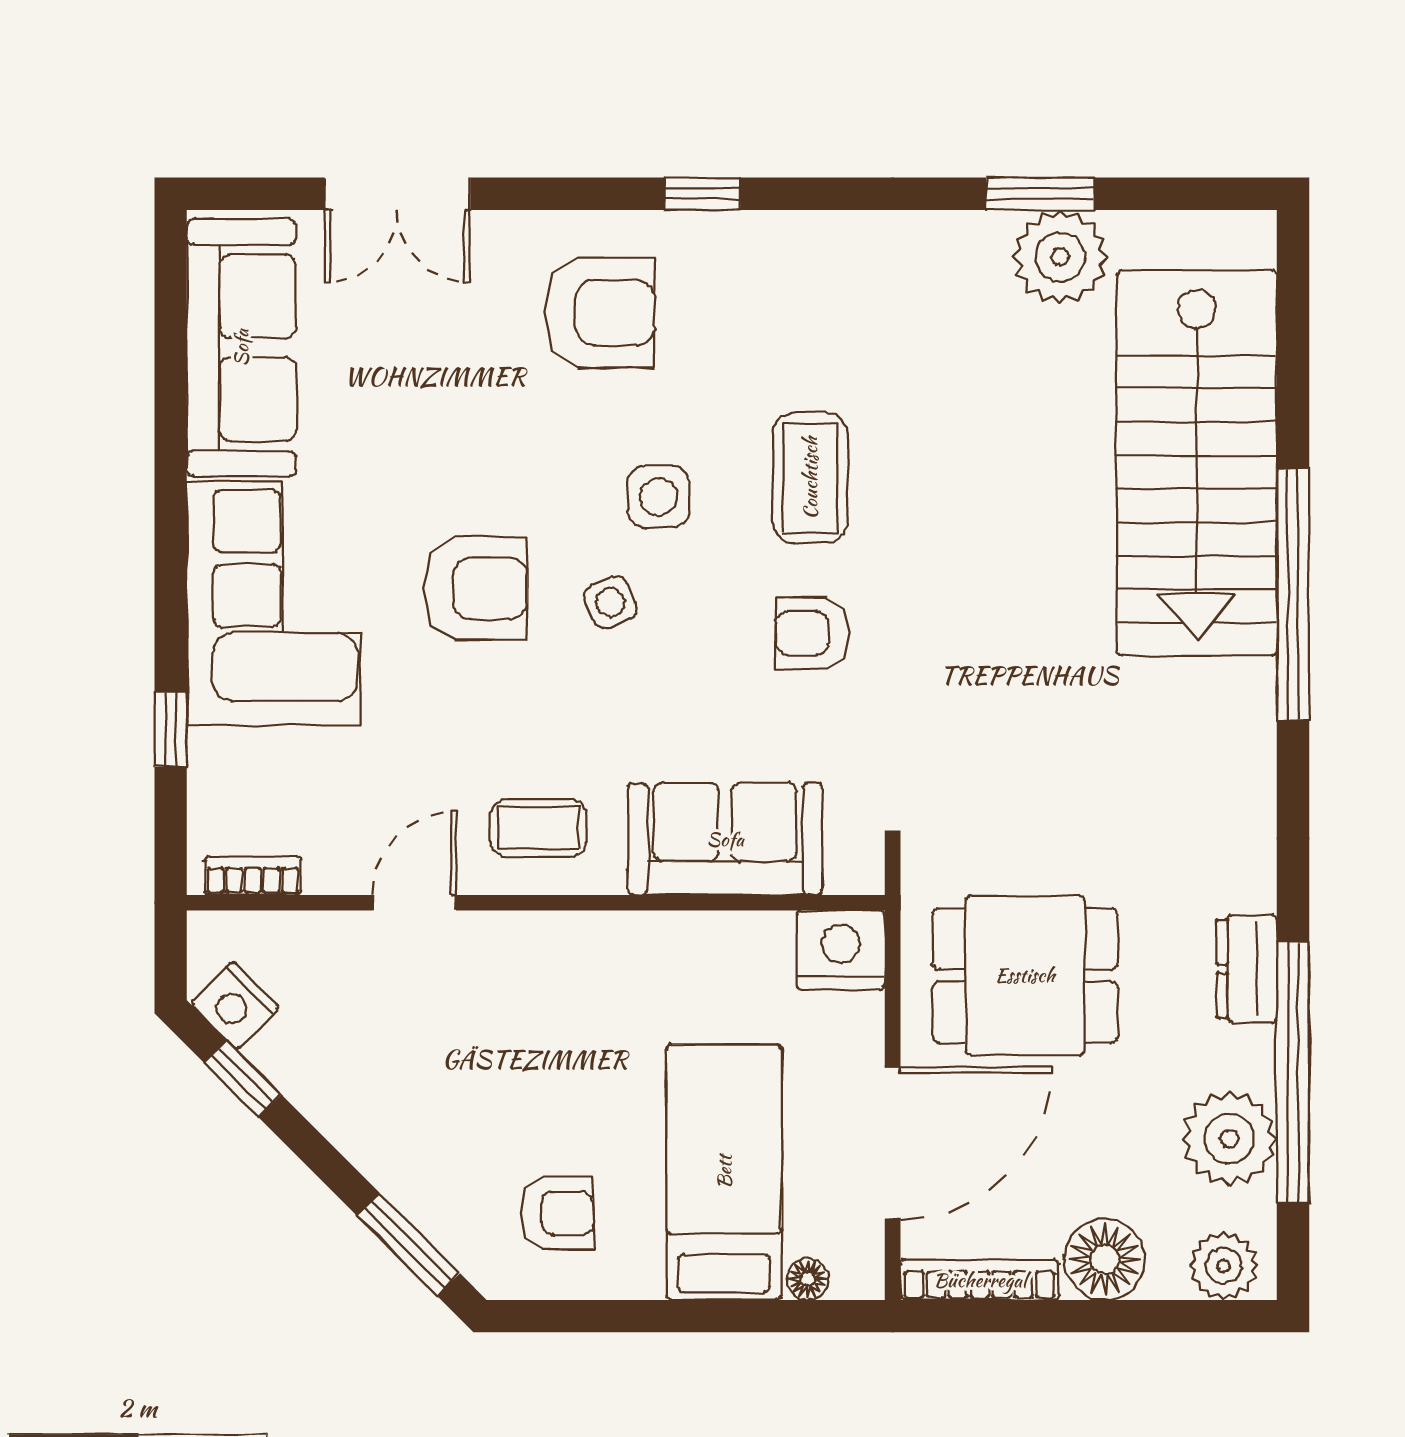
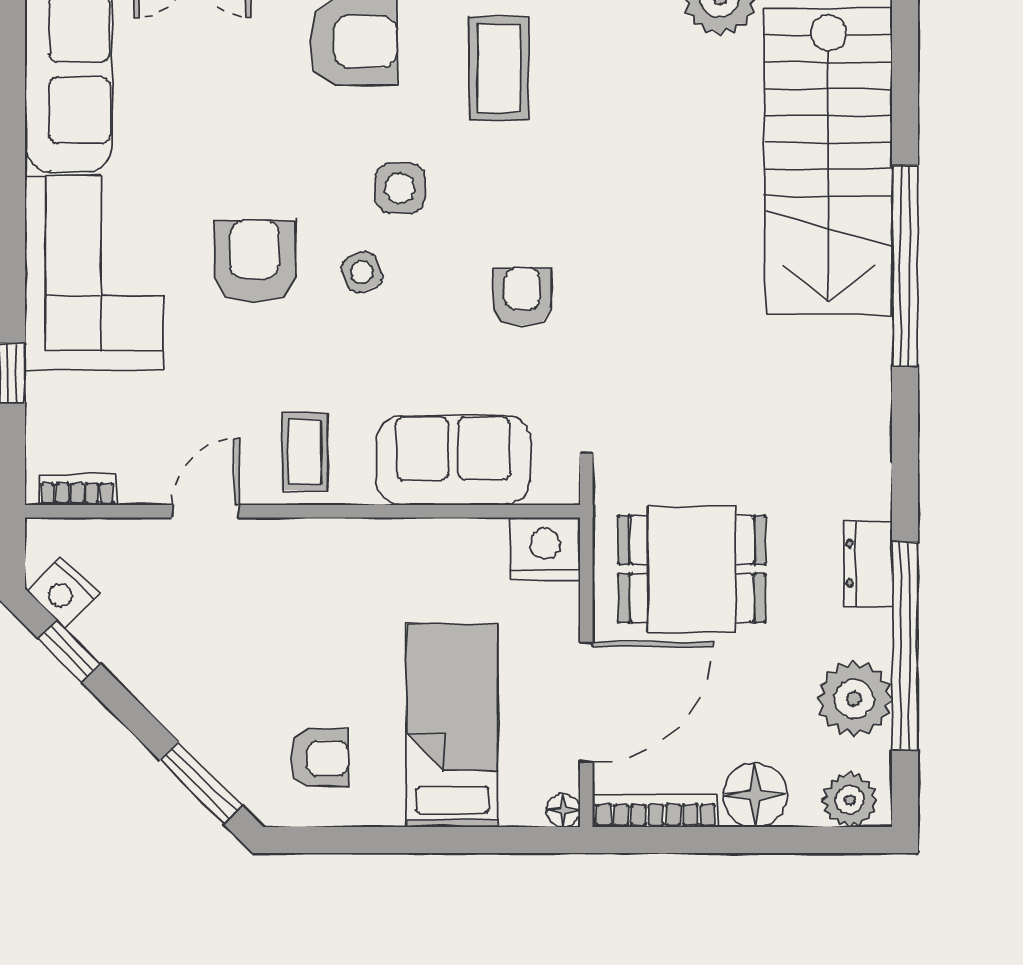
coffee table: (810, 478) -> (499, 69), moved
armchair: (476, 588) -> (255, 261), turned -90
armchair: (812, 633) -> (522, 297), turned 90
coffee table: (538, 828) -> (305, 452), turned 90
floor lamp: (808, 1279) -> (564, 811), moved

